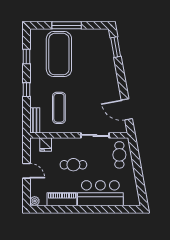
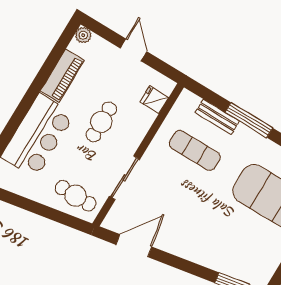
window: (26, 90) -> (249, 120), width x2.17
bench: (35, 120) -> (217, 117), moved
door: (26, 171) -> (133, 50), swing flipped

